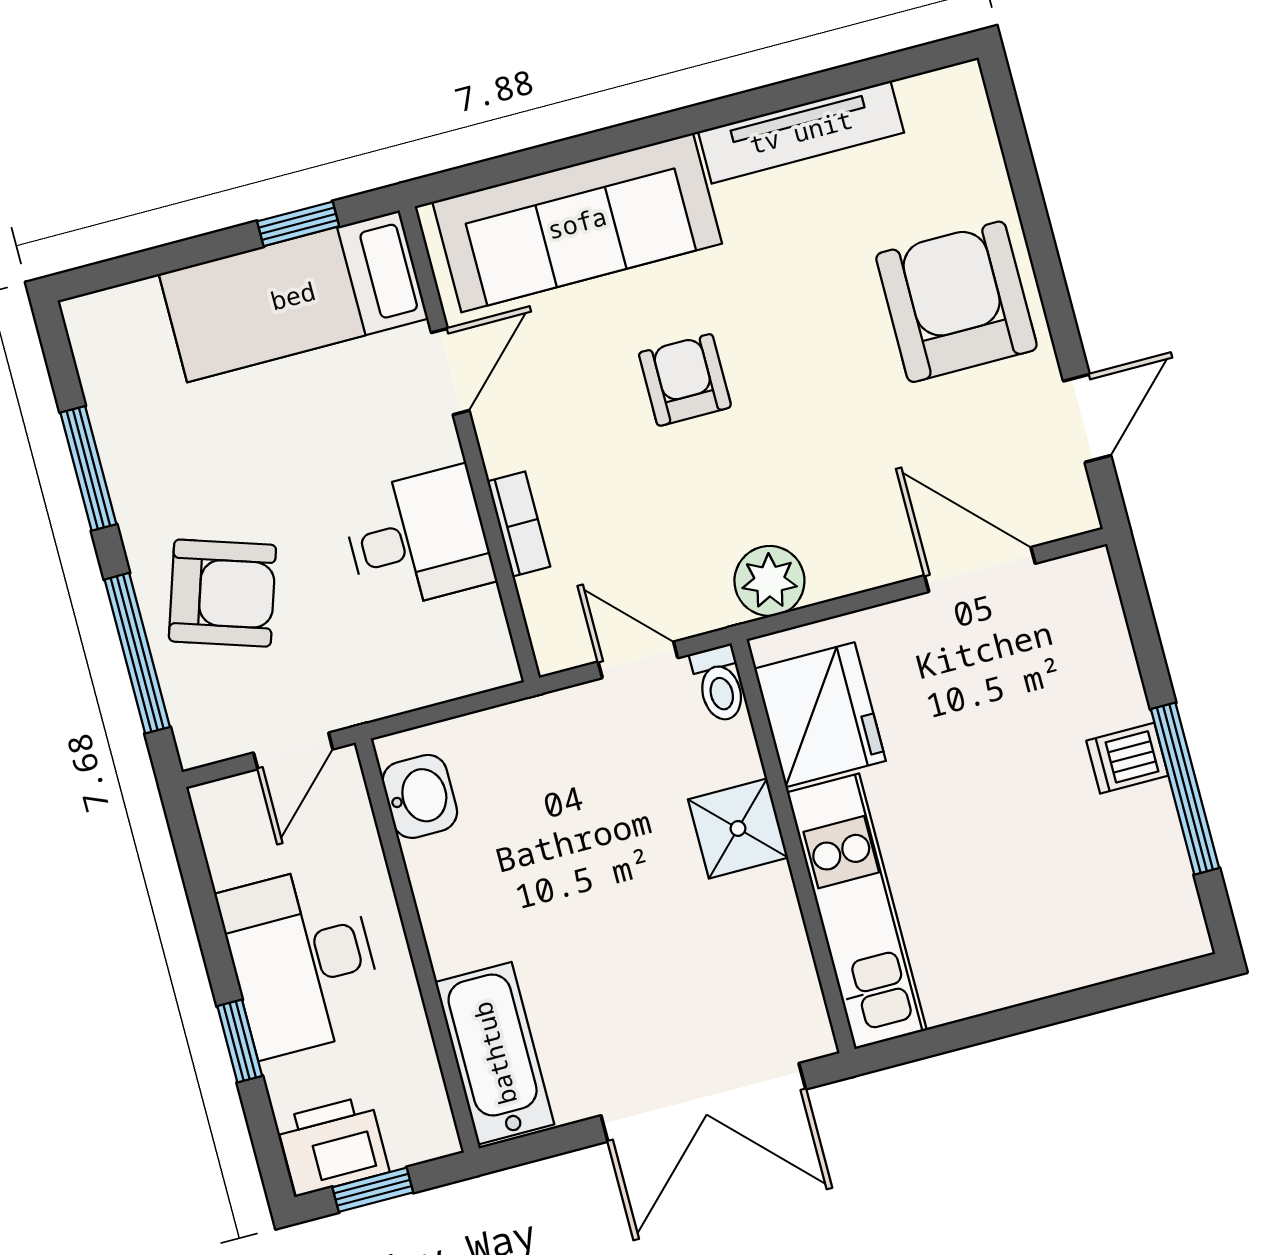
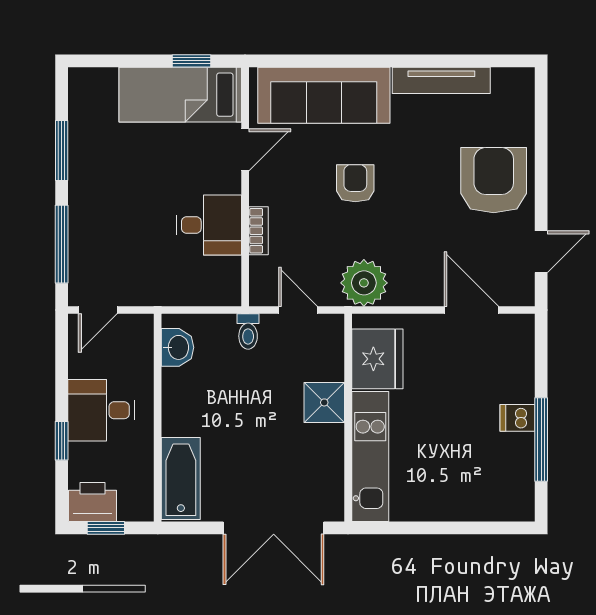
plant: (769, 581) -> (364, 283), width x1.36, depth x1.36
armchair: (222, 593) -> (109, 226), removed
toilet: (719, 684) -> (248, 332), moved
door: (293, 751) -> (98, 310), moved
desk: (302, 960) -> (101, 410), width x0.73

